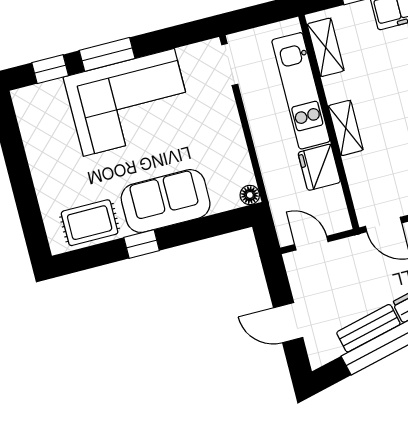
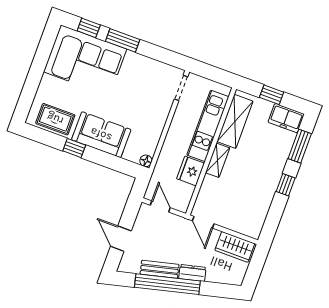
shelving: (326, 47) -> (235, 121), width x1.50, depth x1.33
corner sofa: (129, 102) -> (85, 60), moved

